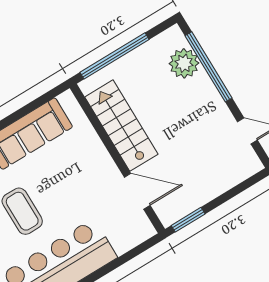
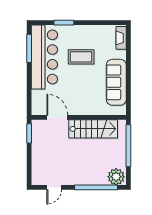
plant: (184, 63) -> (116, 177), moved
door: (137, 191) -> (57, 117), swing flipped

